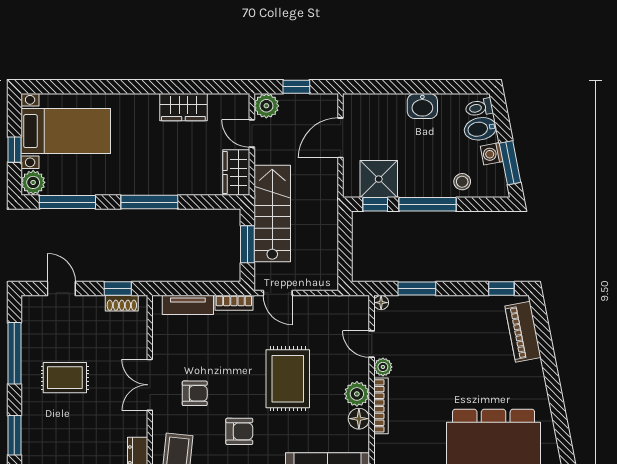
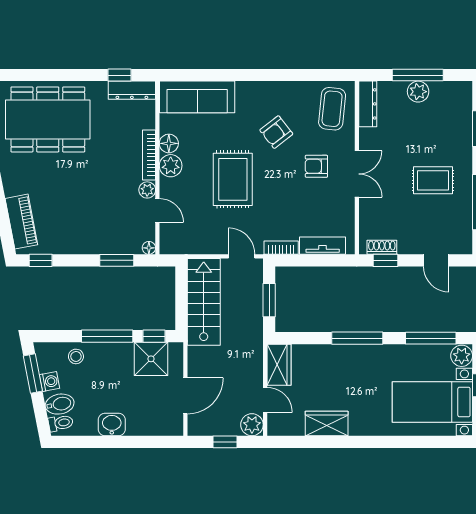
stairs: (272, 214) -> (204, 302), moved, turned 180
armchair: (239, 431) -> (276, 132), turned -38

